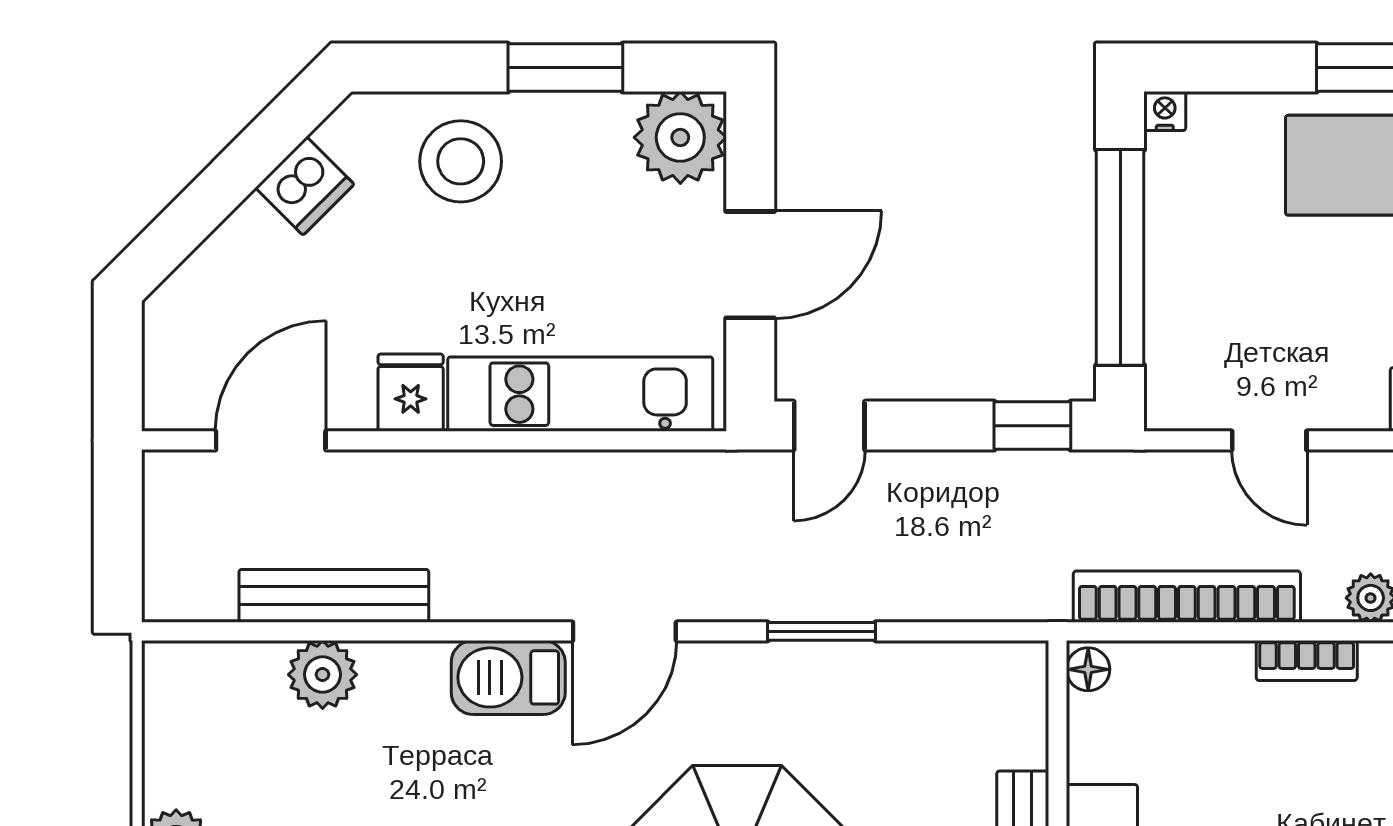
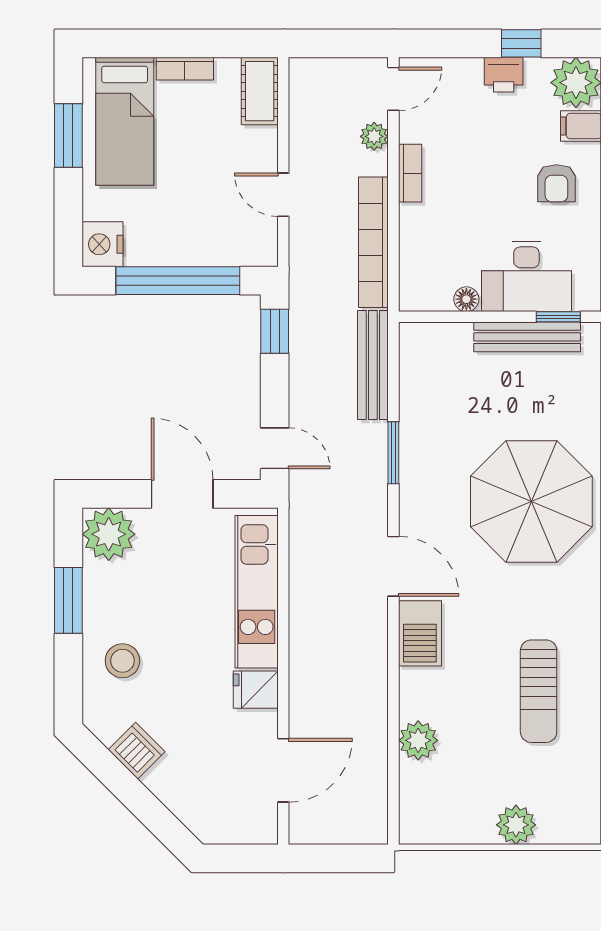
nightstand: (1165, 111) -> (102, 244), width x1.89, depth x1.79
stool: (461, 161) -> (122, 661), width x0.73, depth x0.73
door: (271, 440) -> (283, 770), swing flipped
door: (1269, 440) -> (283, 195), swing flipped
bench: (334, 596) -> (373, 365), moved
floor lamp: (1088, 669) -> (466, 299), moved

